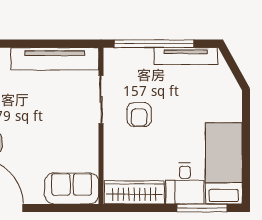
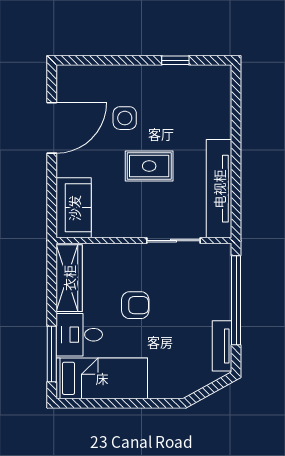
tv unit: (186, 56) -> (222, 346), width x0.71
armchair: (139, 115) -> (135, 305), moved, turned 180
rug: (34, 121) -> (149, 166), added

